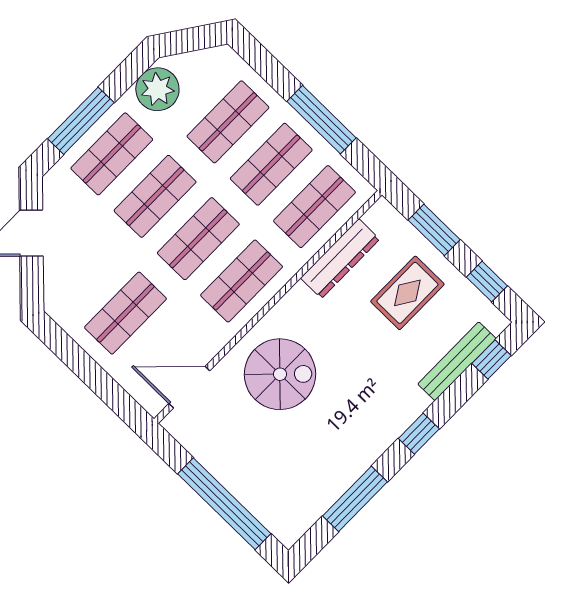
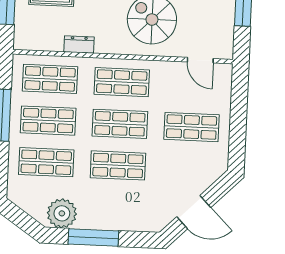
window: (81, 121) -> (93, 237), moved
shop shelf: (112, 154) -> (116, 207), removed
dresser: (340, 259) -> (79, 44), width x0.51, depth x0.80
door: (189, 387) -> (200, 60), width x0.73

